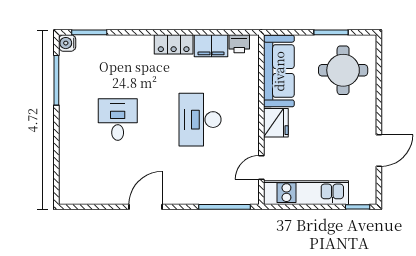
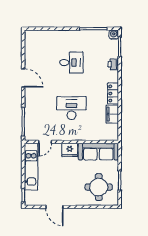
printer: (239, 44) -> (113, 64), moved
door: (261, 167) -> (45, 142), swing flipped

